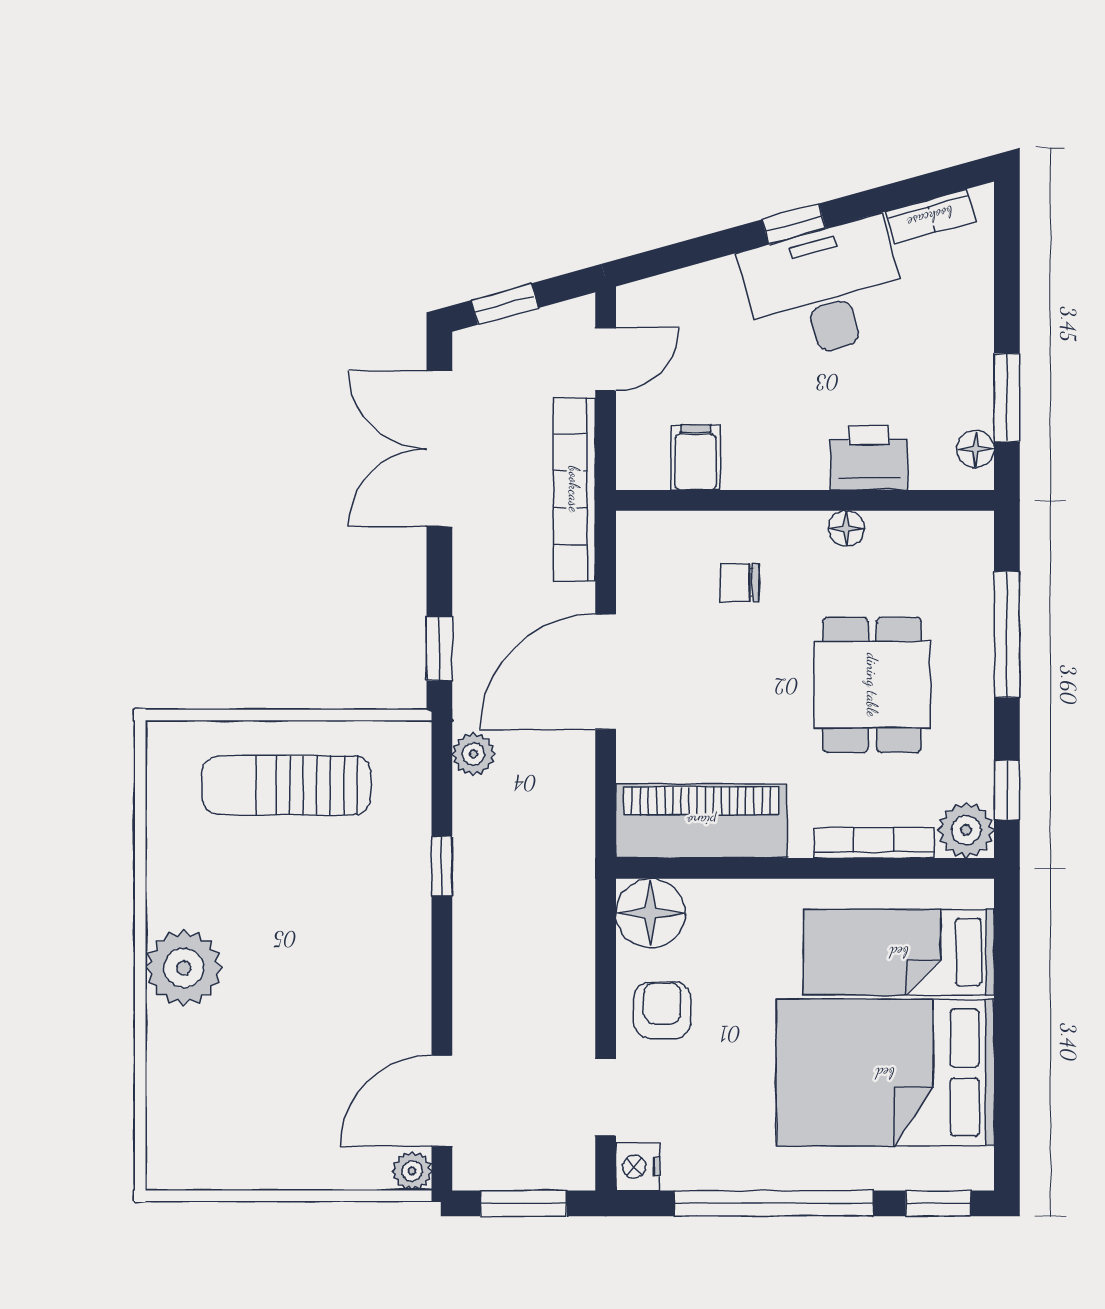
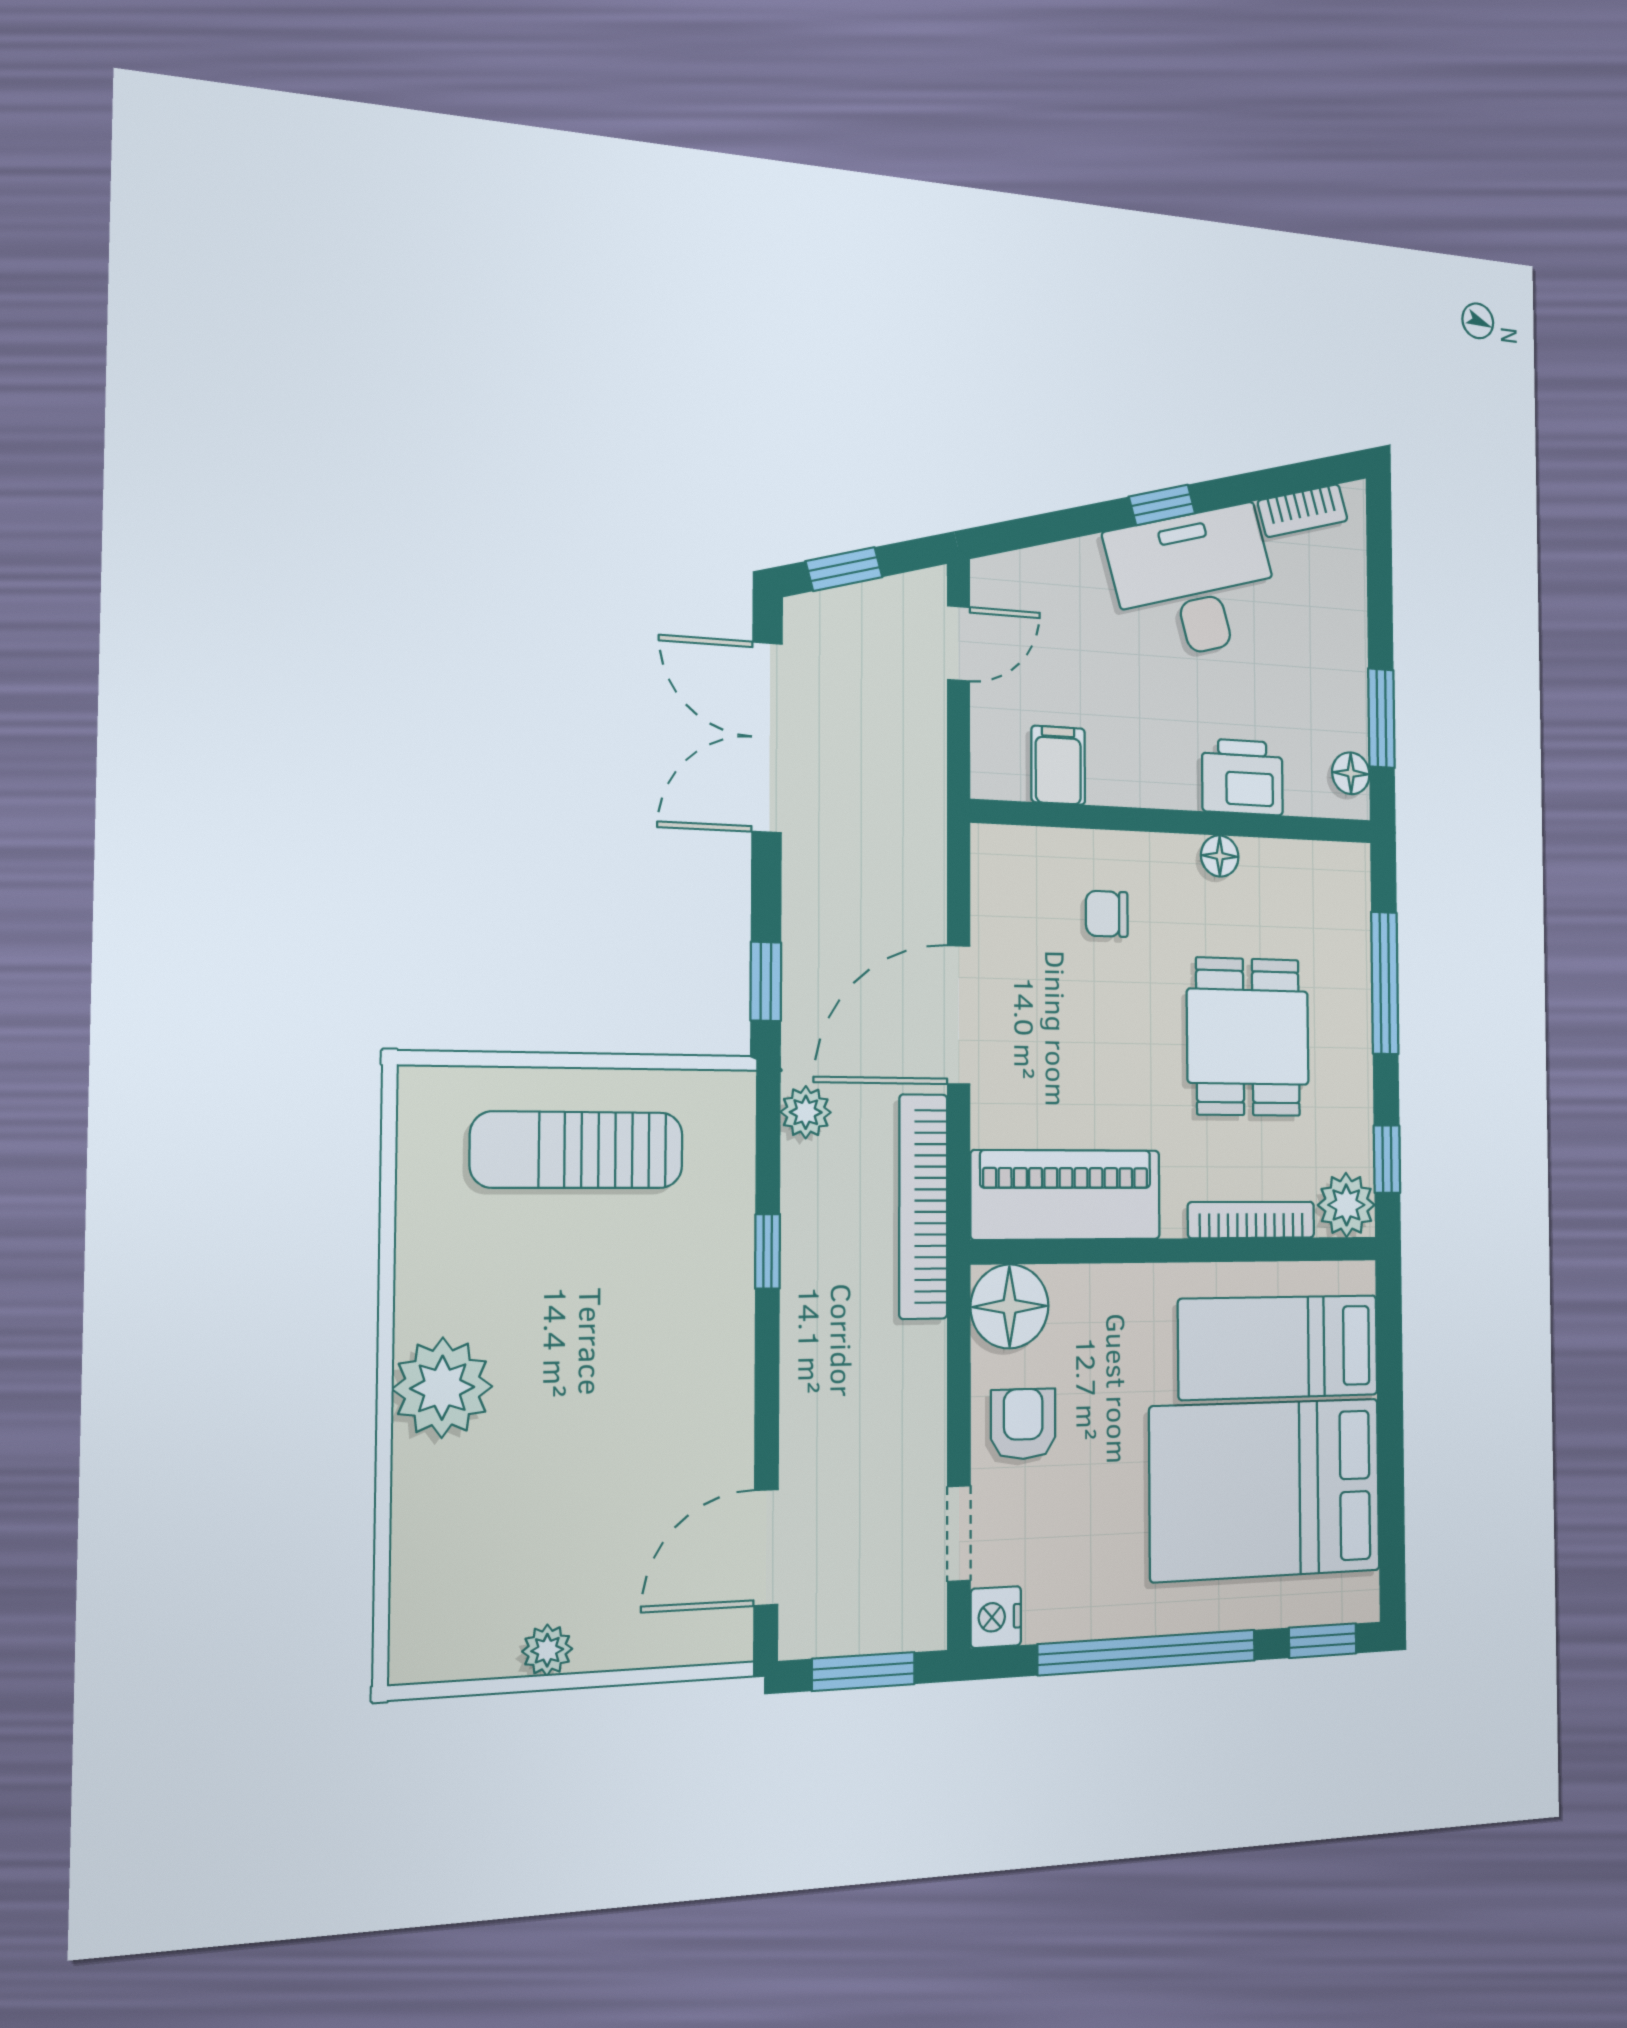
bookcase: (574, 489) -> (923, 1206), moved
plant: (412, 1171) -> (547, 1650), moved

